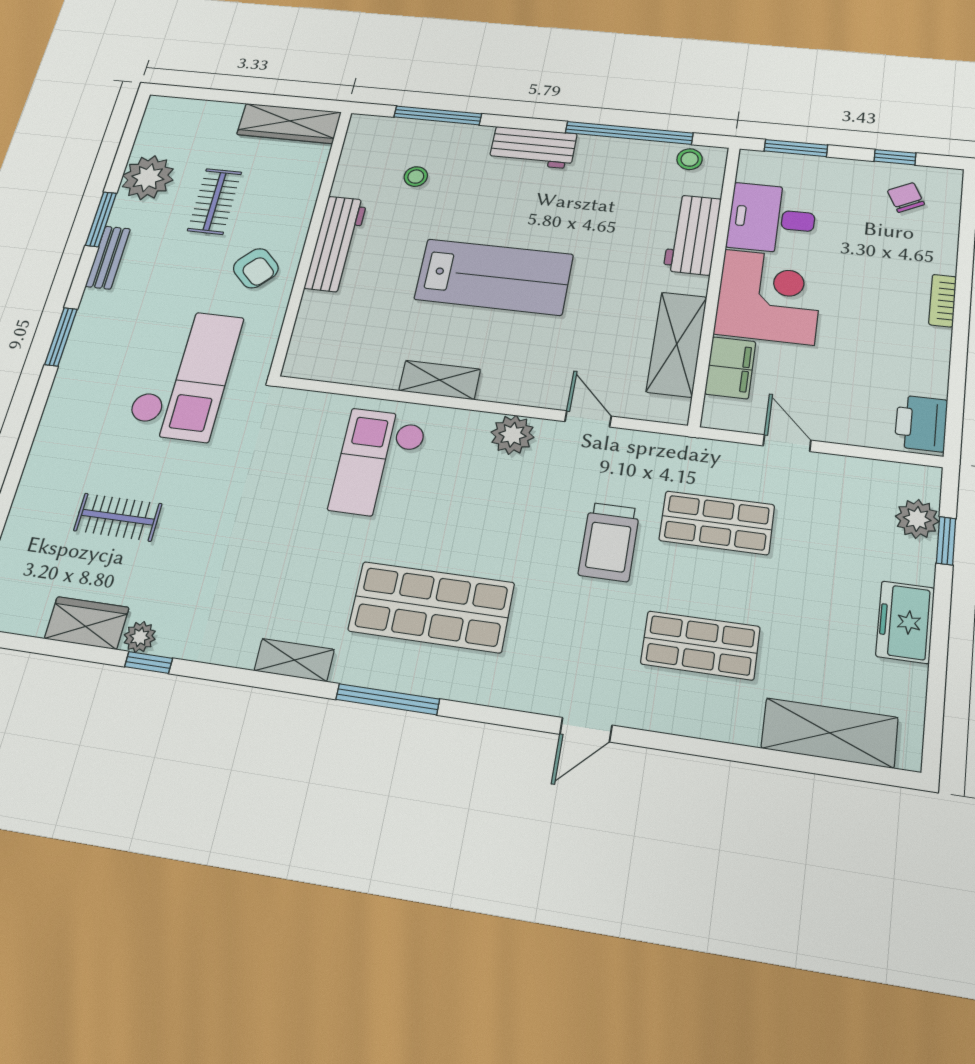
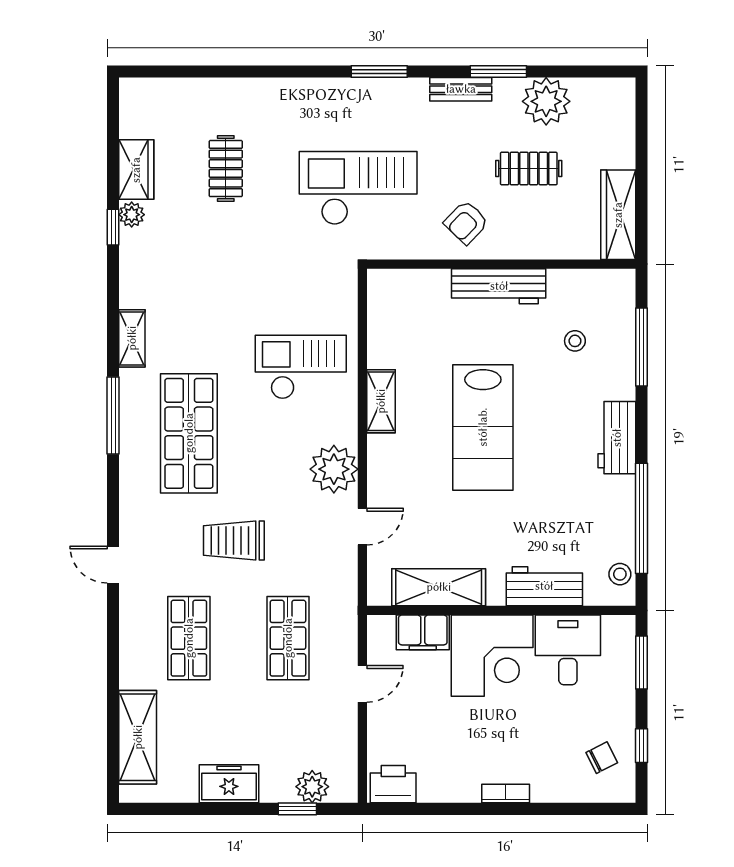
checkout: (185, 374) -> (358, 188), turned 180
plant: (512, 435) -> (334, 469), width x1.36, depth x1.36
trolley: (609, 542) -> (234, 540), moved

